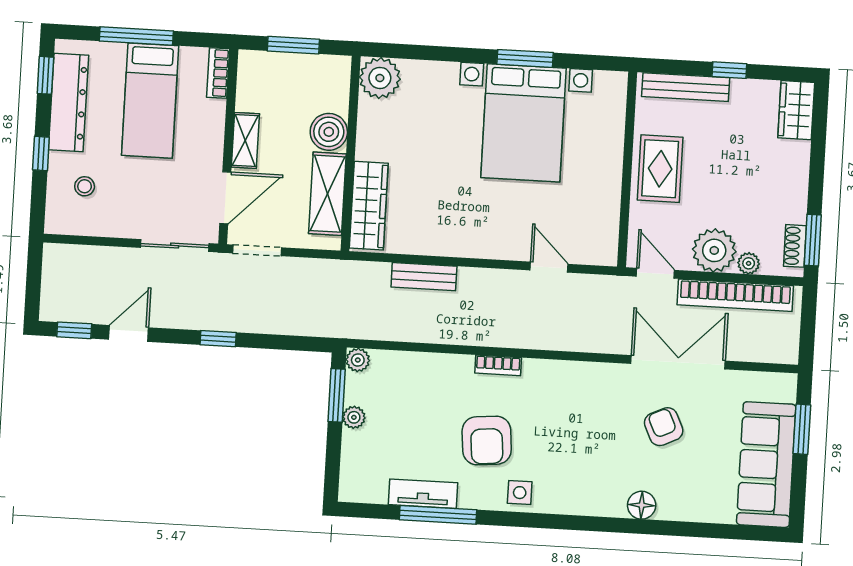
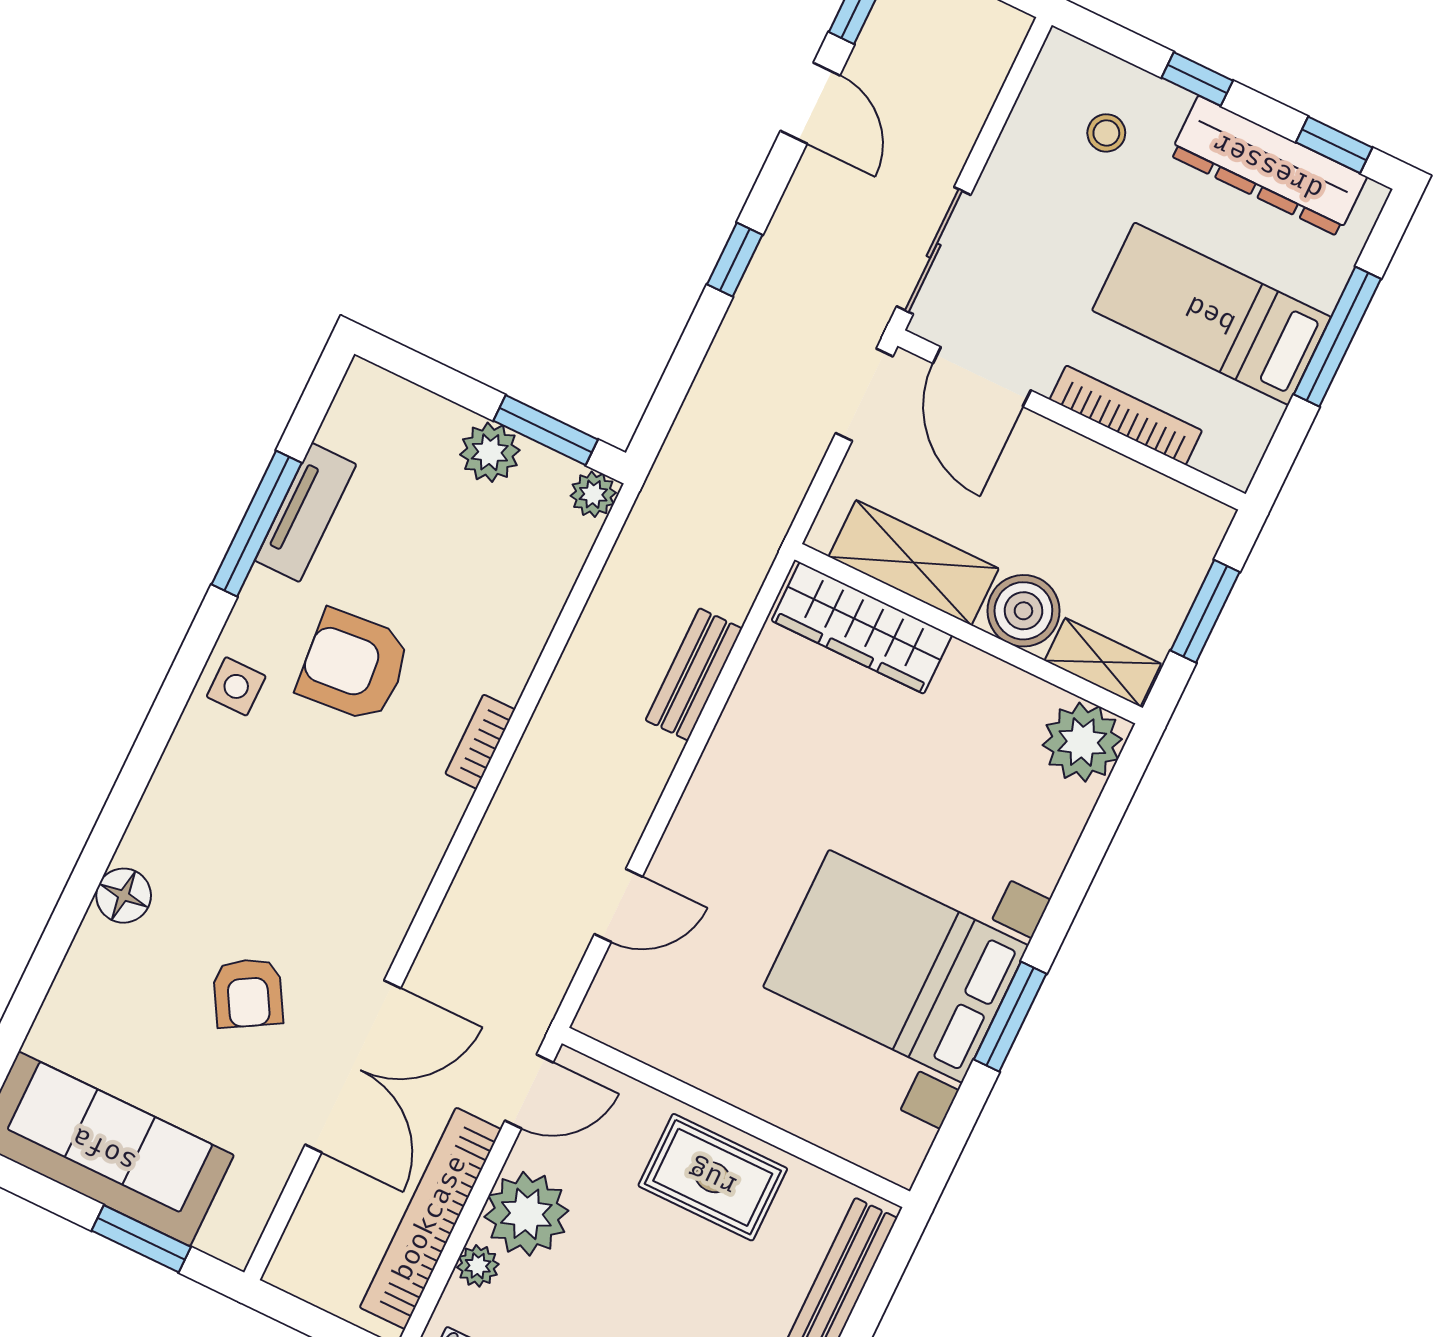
bookcase: (218, 73) -> (1126, 415), moved, width x1.56
shelving: (245, 140) -> (1103, 662), moved
plant: (354, 417) -> (490, 452), width x1.38, depth x1.38
armchair: (664, 427) -> (248, 993), turned 85

